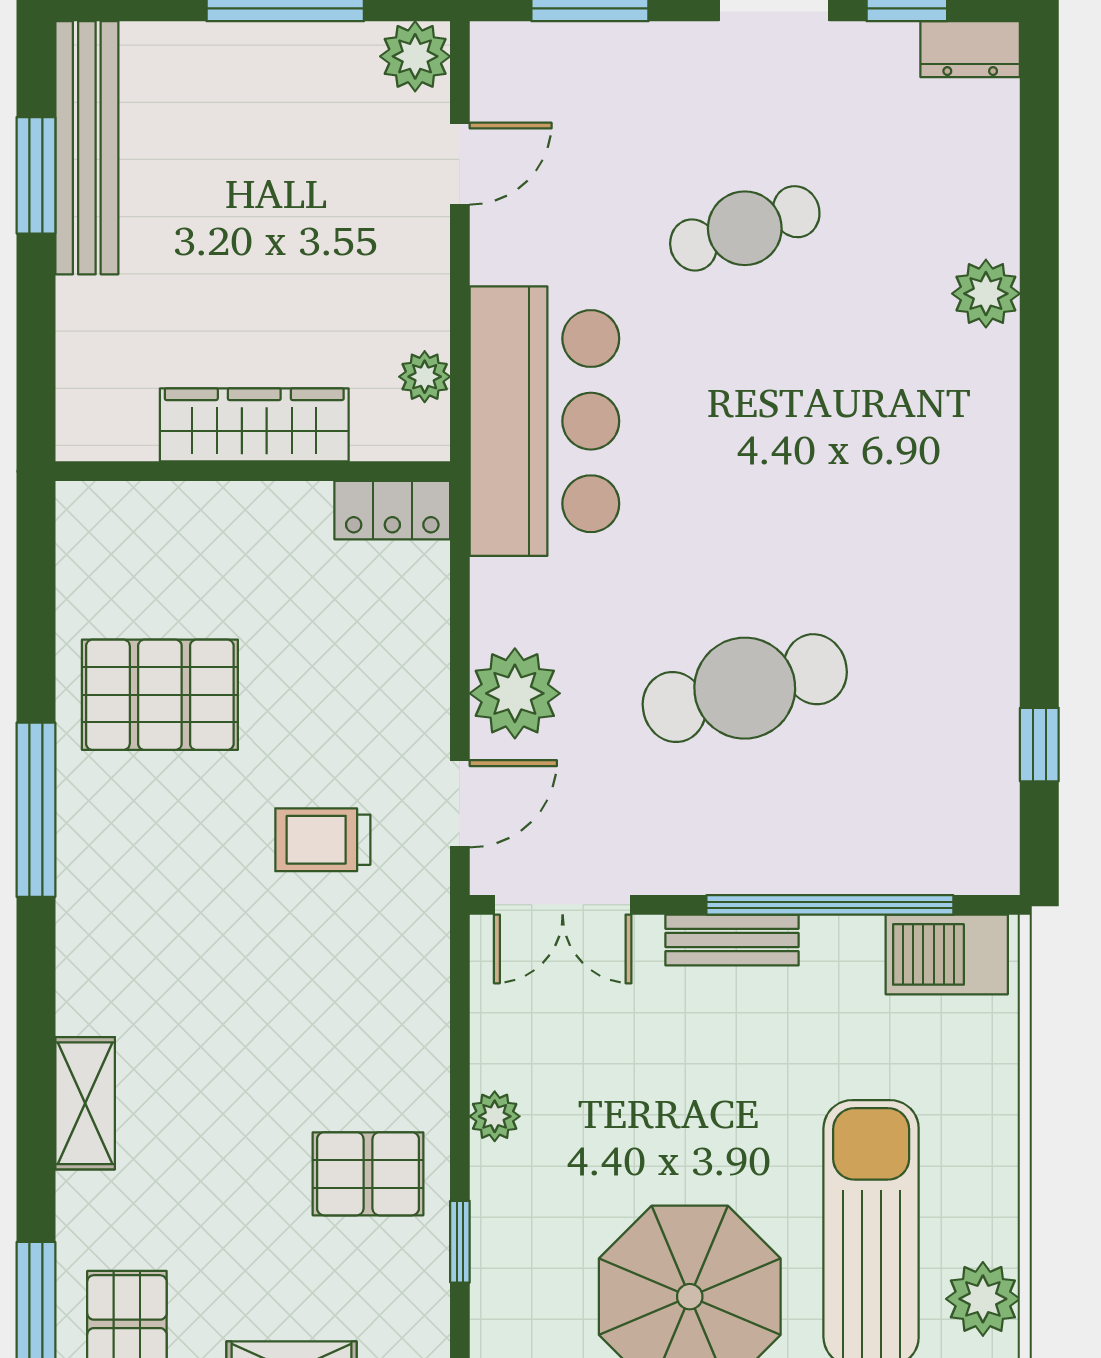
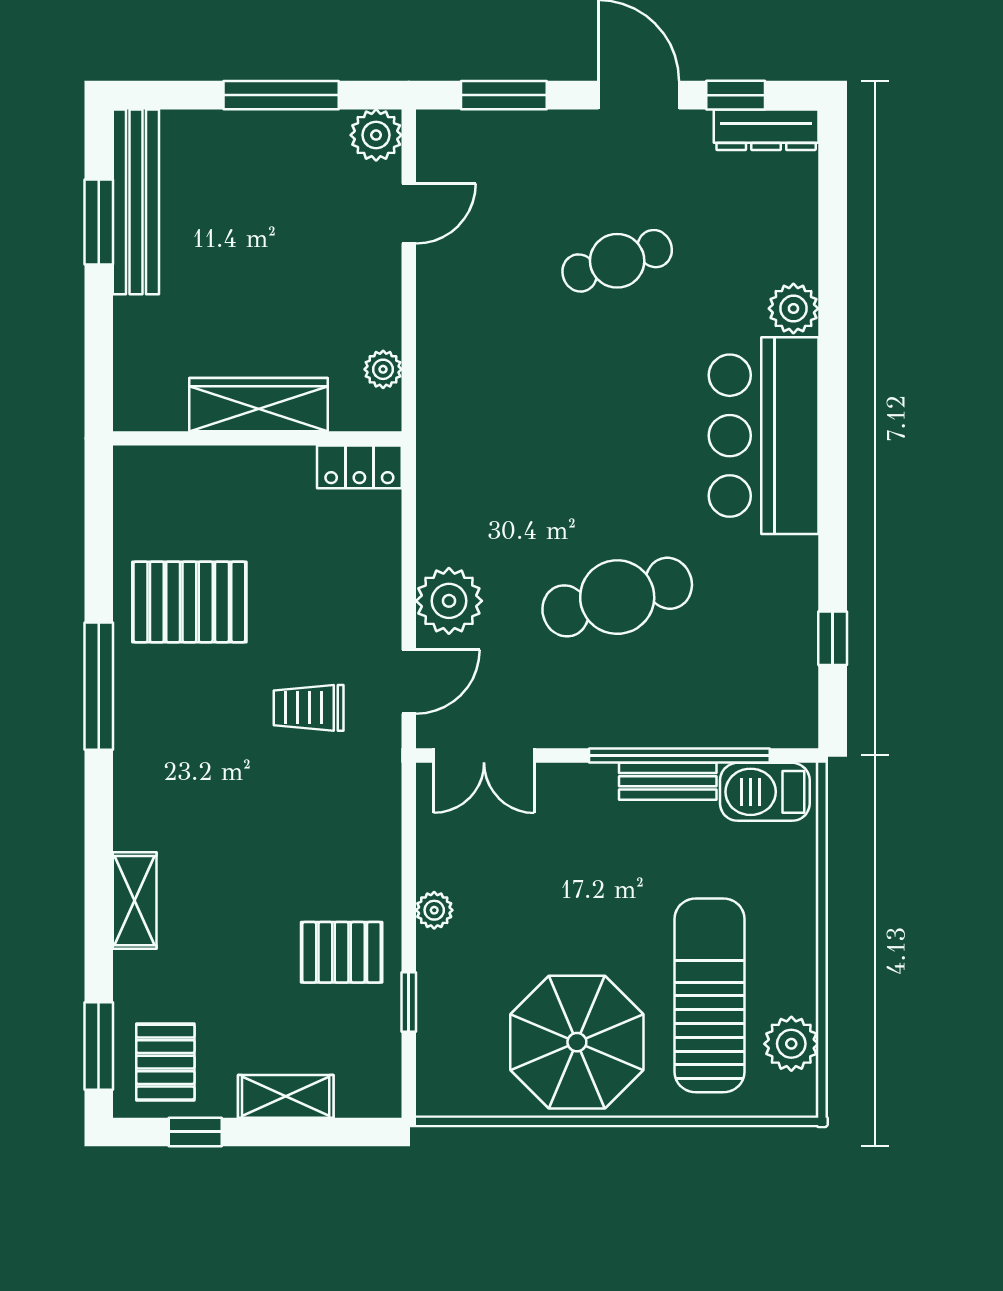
dresser: (970, 49) -> (766, 130), width x1.44
bar counter: (544, 421) -> (764, 436), moved, turned 180
bench: (732, 940) -> (668, 781), moved

